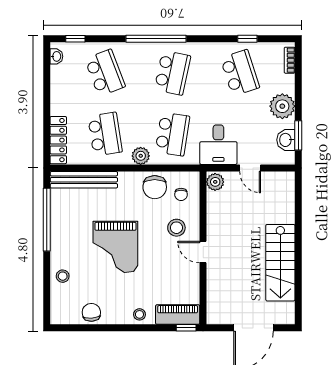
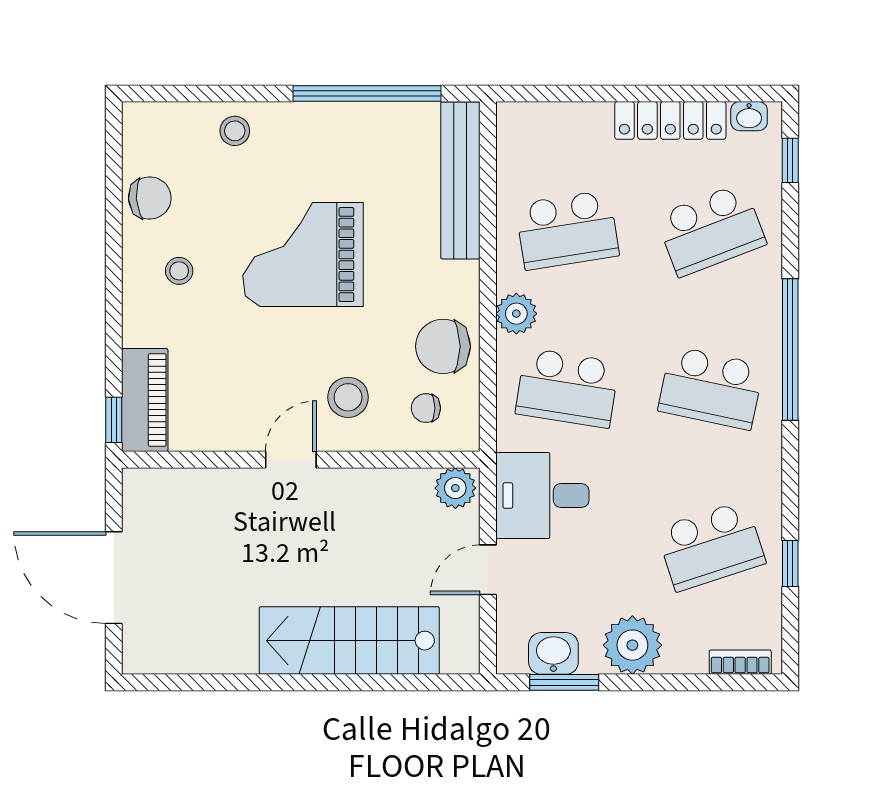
locker: (58, 140) -> (670, 120), moved
stairs: (280, 263) -> (349, 641), moved
stool: (139, 314) -> (179, 271), moved

